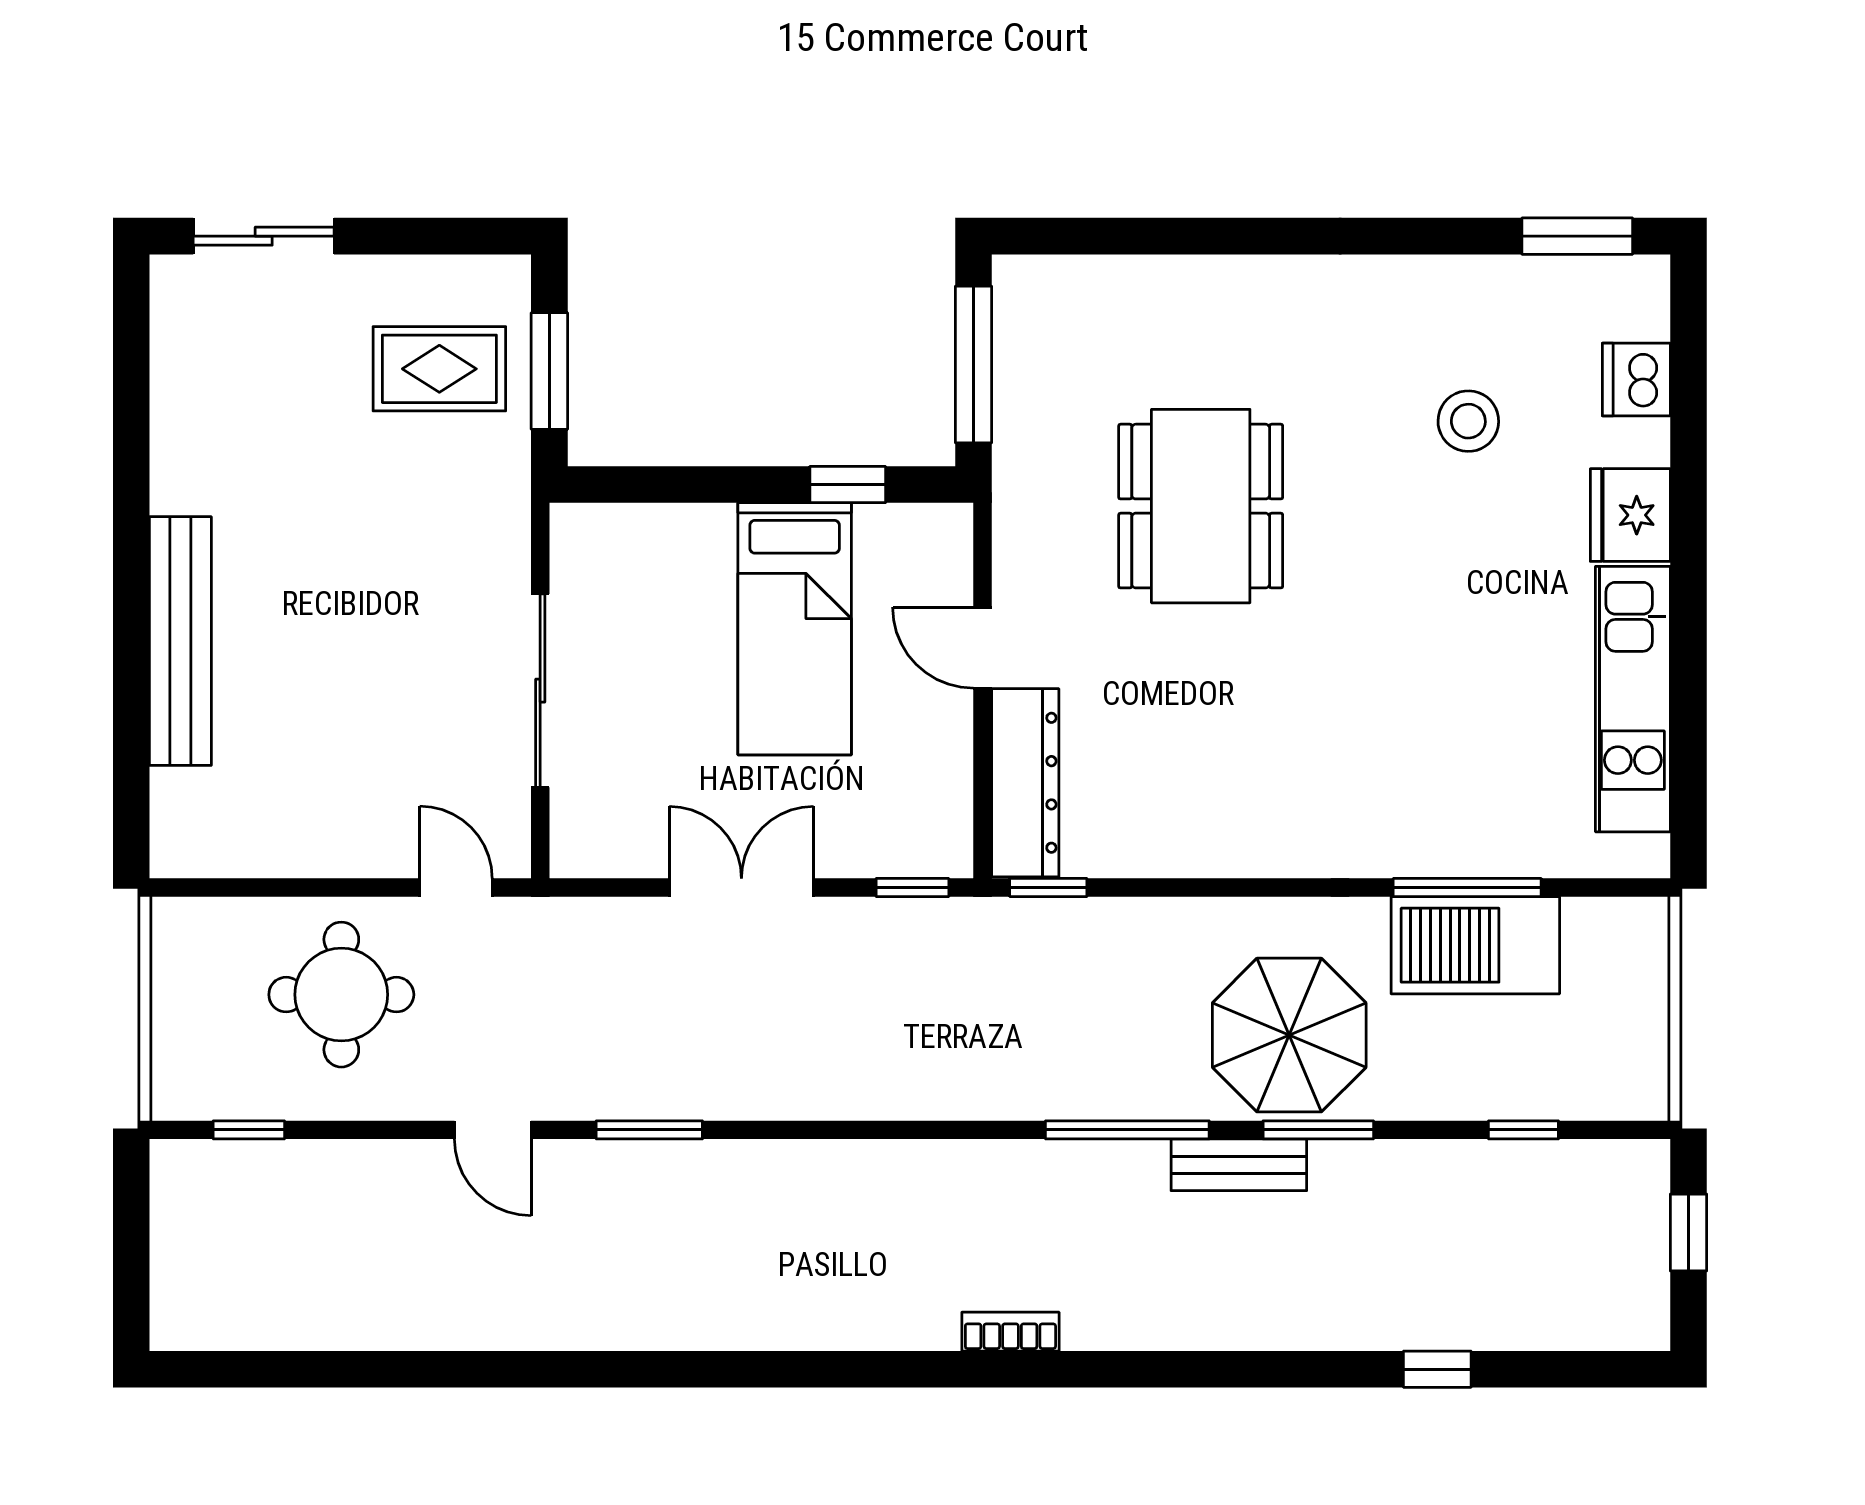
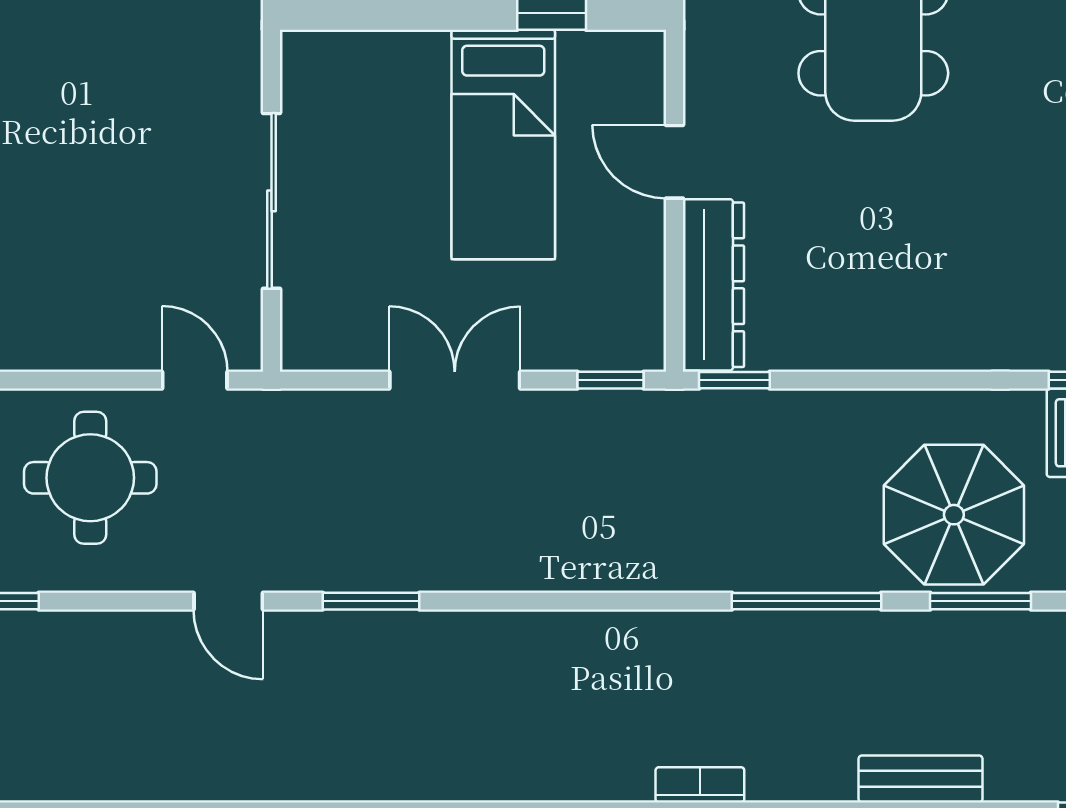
bench: (1239, 1165) -> (921, 779), moved

